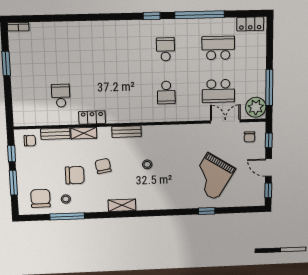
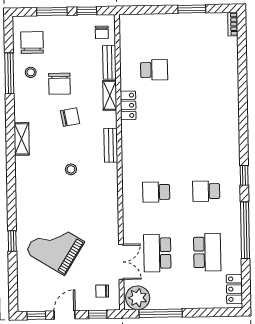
school desk: (166, 49) -> (206, 191), turned 180
chair: (40, 198) -> (32, 43), turned -90

